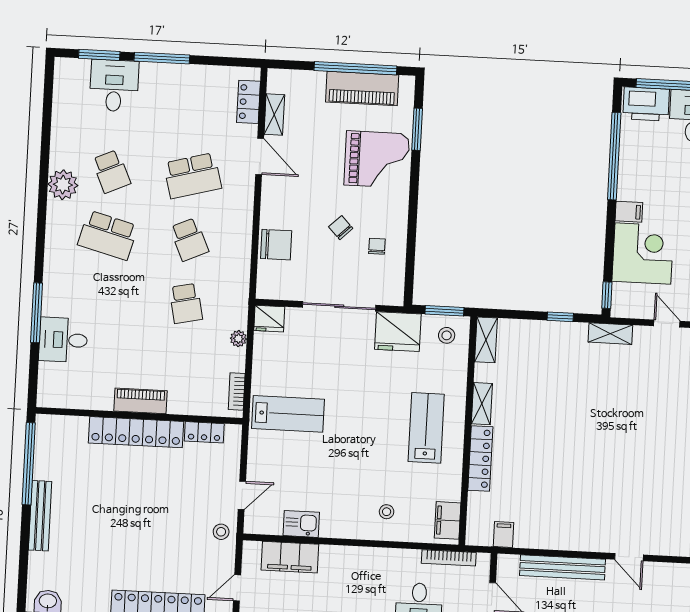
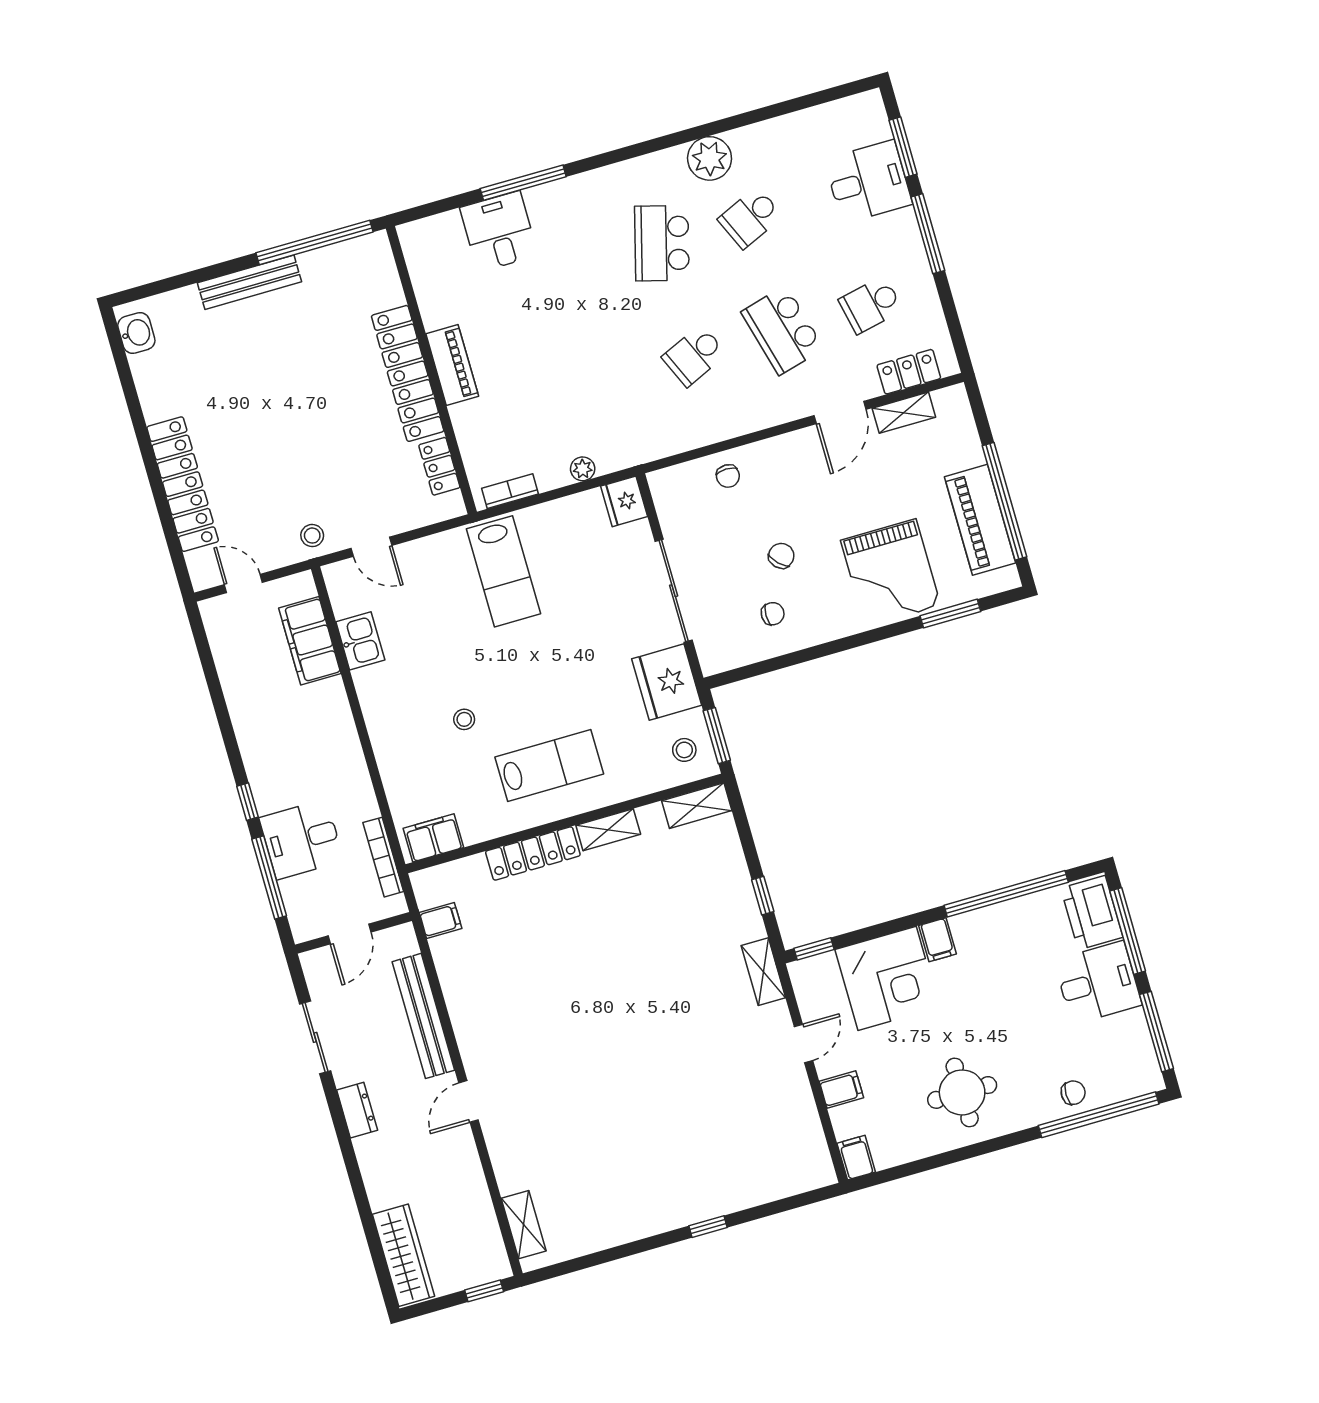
chair: (276, 245) -> (728, 476), width x0.54, depth x0.54
school desk: (186, 303) -> (871, 305), moved
stool: (387, 512) -> (464, 719), moved

